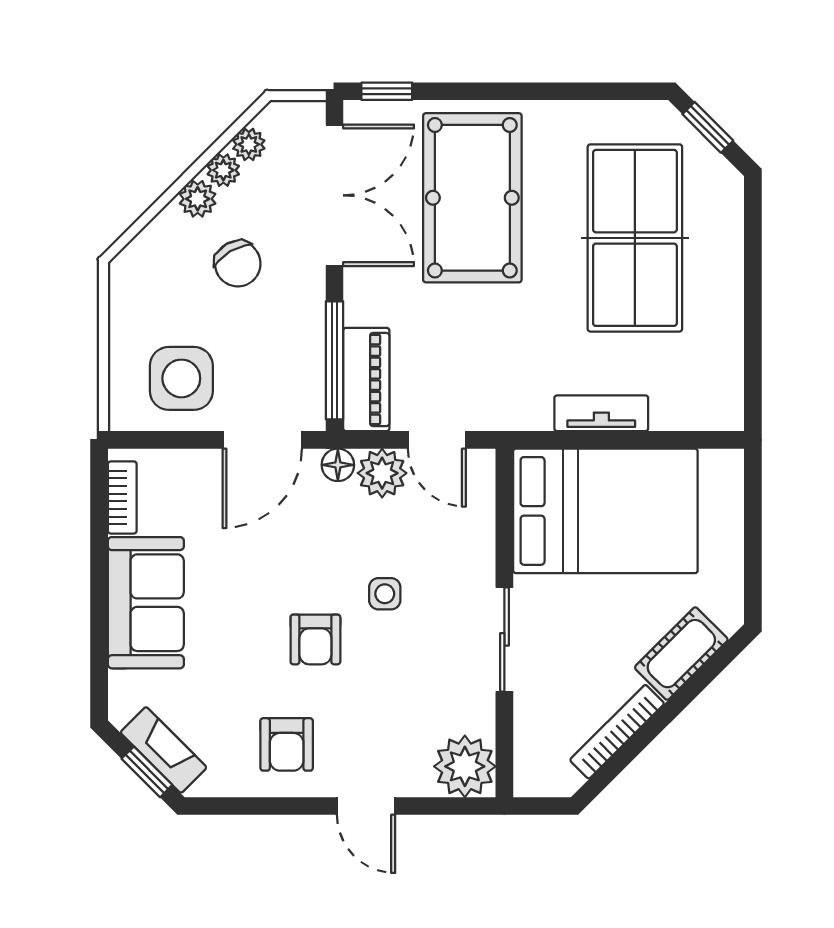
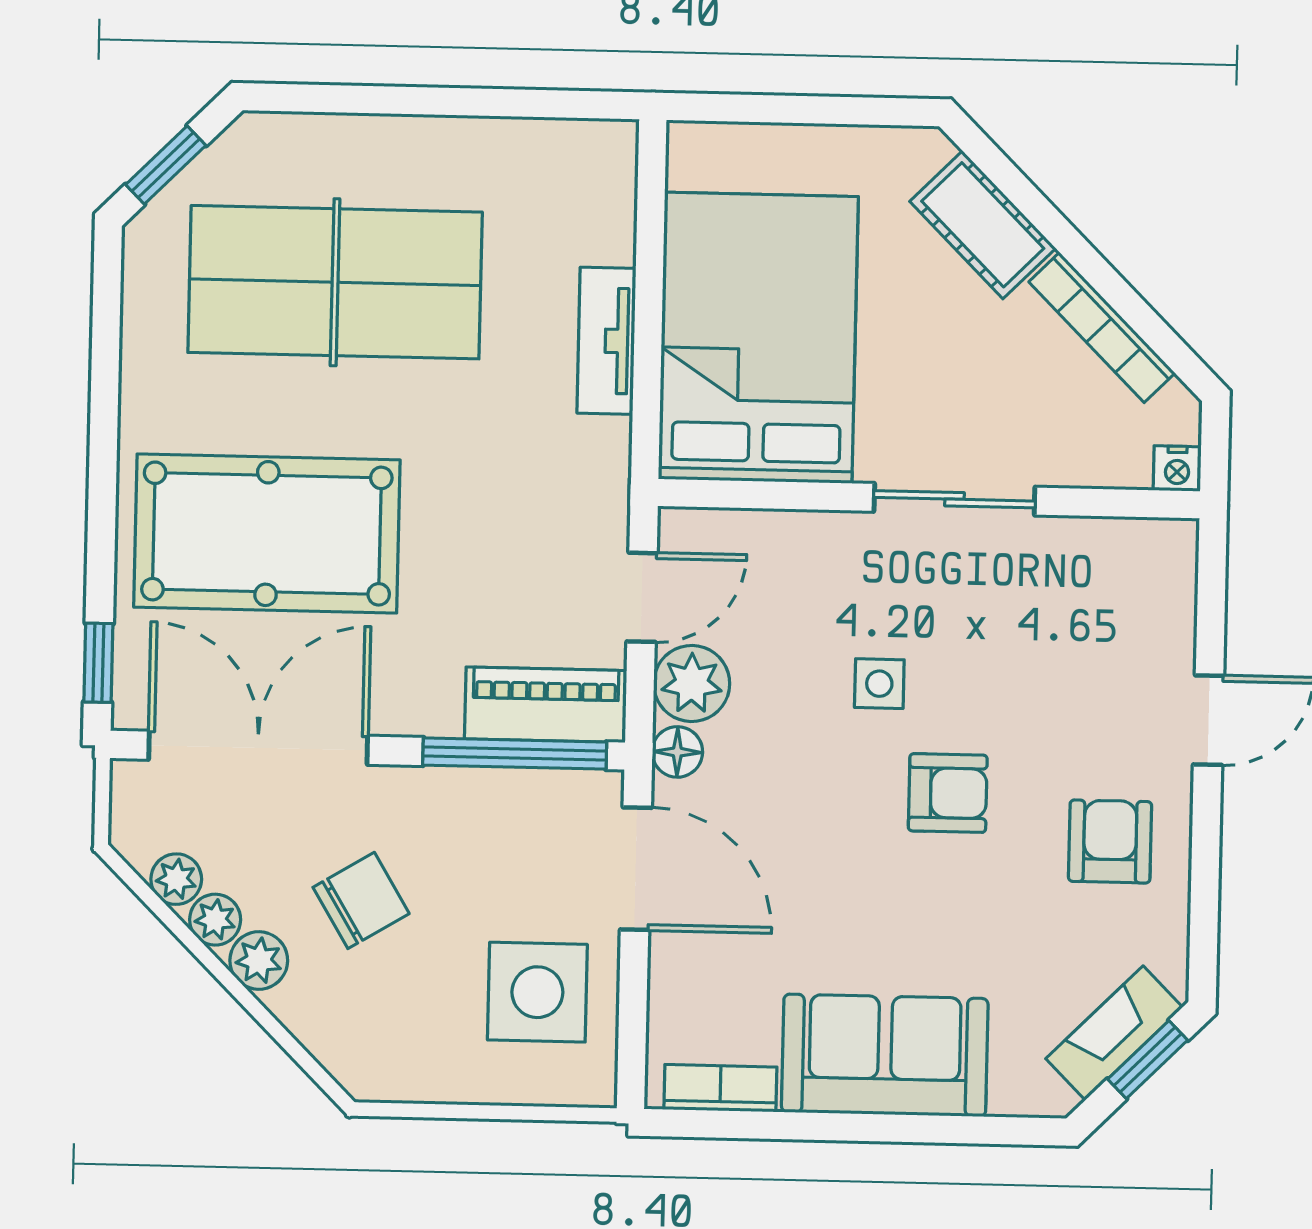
armchair: (287, 744) -> (1110, 841), turned -90
plant: (465, 766) -> (1150, 565), removed
nightstand: (527, 782) -> (1177, 468), added

